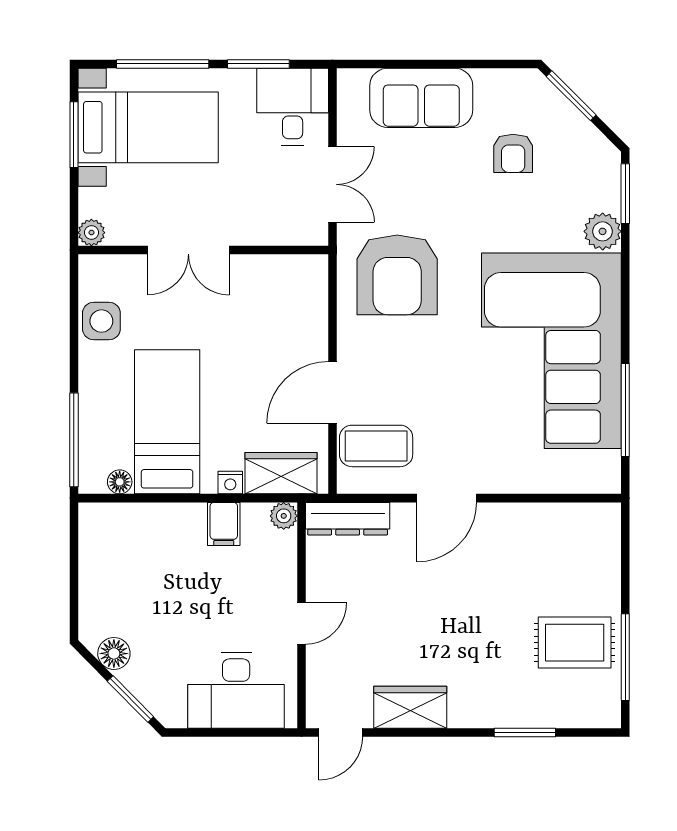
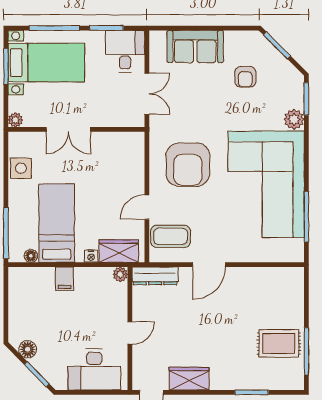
armchair: (397, 275) -> (188, 165), moved
door: (332, 392) -> (147, 207), width x0.73
filing cabinet: (224, 524) -> (64, 279), moved

